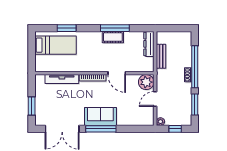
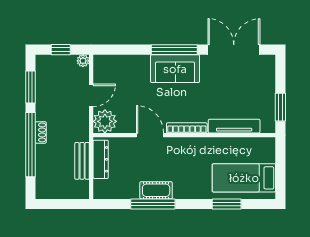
dresser: (149, 44) -> (101, 159), moved
window: (32, 106) -> (280, 107), moved

